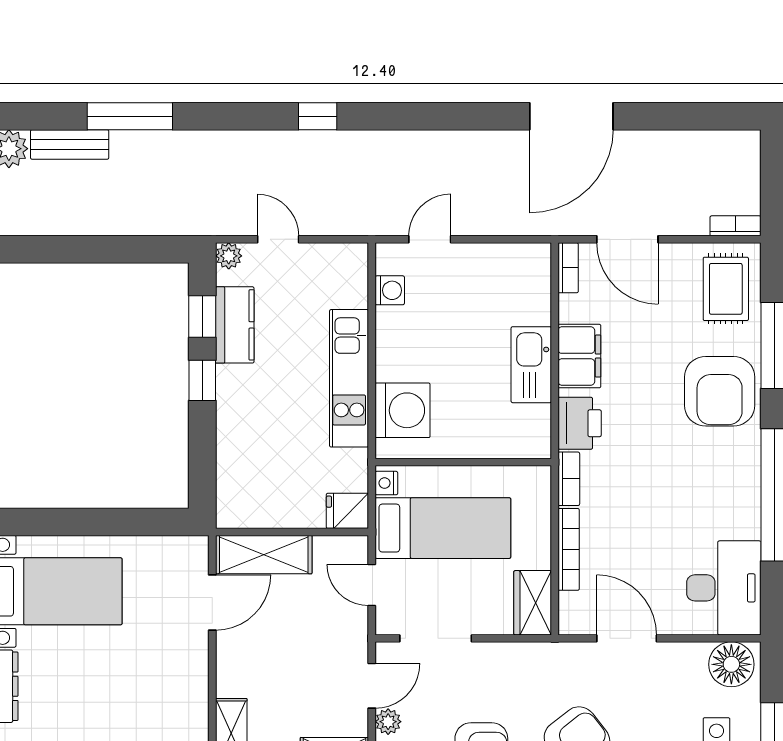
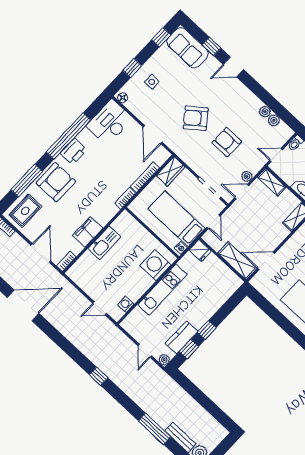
printer: (580, 423) -> (74, 151), moved, turned 180
floor lamp: (731, 664) -> (123, 98), width x0.53, depth x0.53

